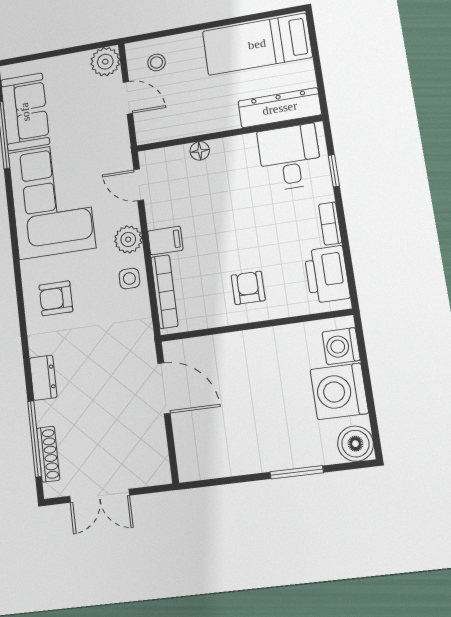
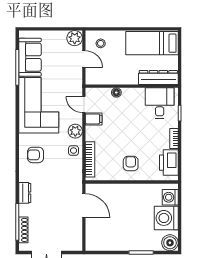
filing cabinet: (165, 240) -> (94, 119), moved

